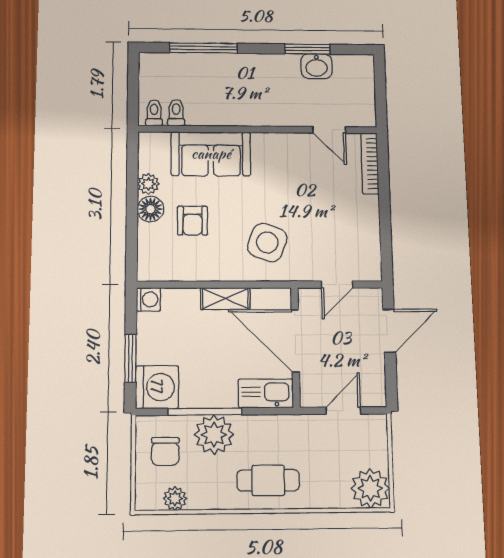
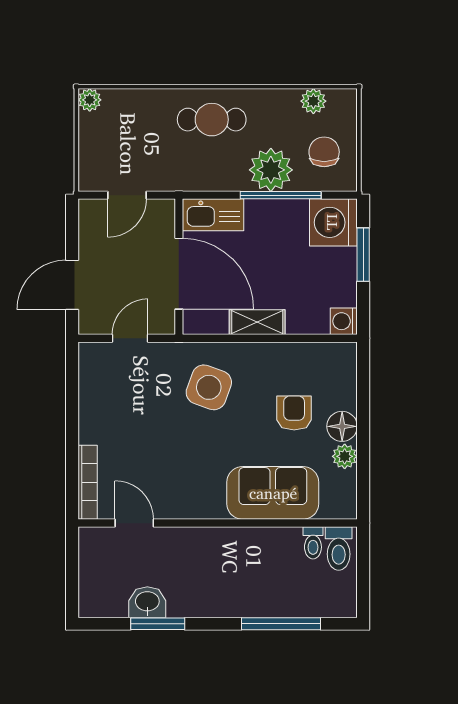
toilet: (154, 113) -> (339, 548), width x1.37, depth x1.39
plant: (370, 488) -> (90, 100), width x0.53, depth x0.53

